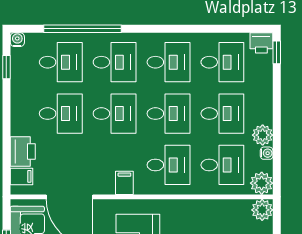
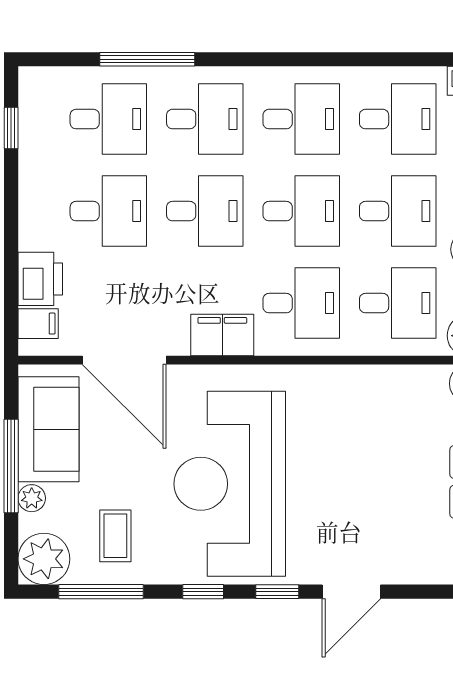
window: (82, 29) -> (147, 59), width x0.68
water cooler: (17, 40) -> (31, 79), removed
filing cabinet: (124, 183) -> (222, 335), width x2.00

